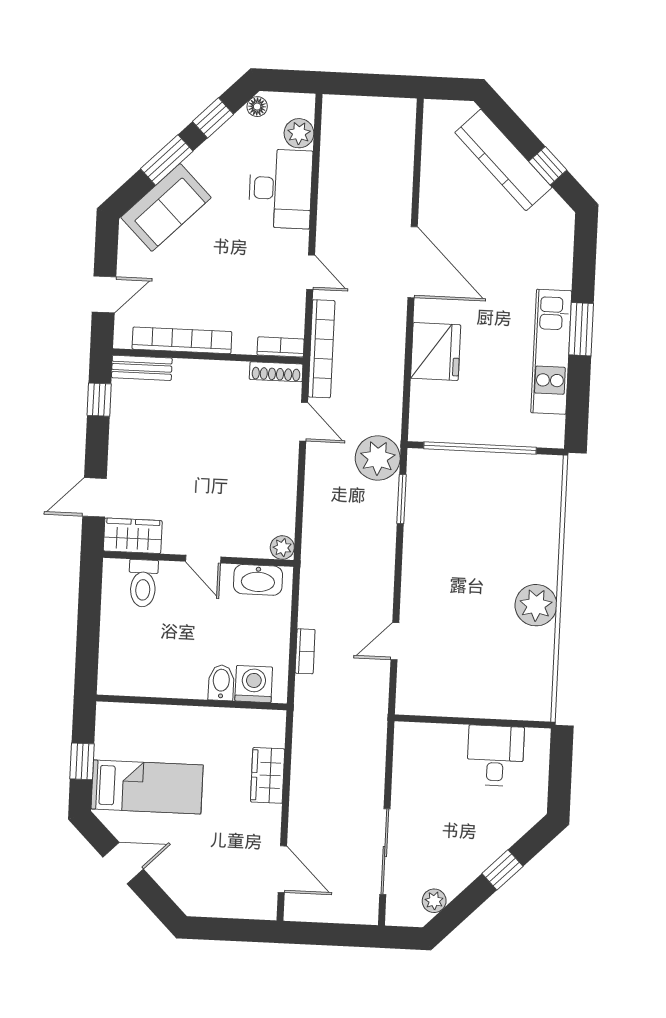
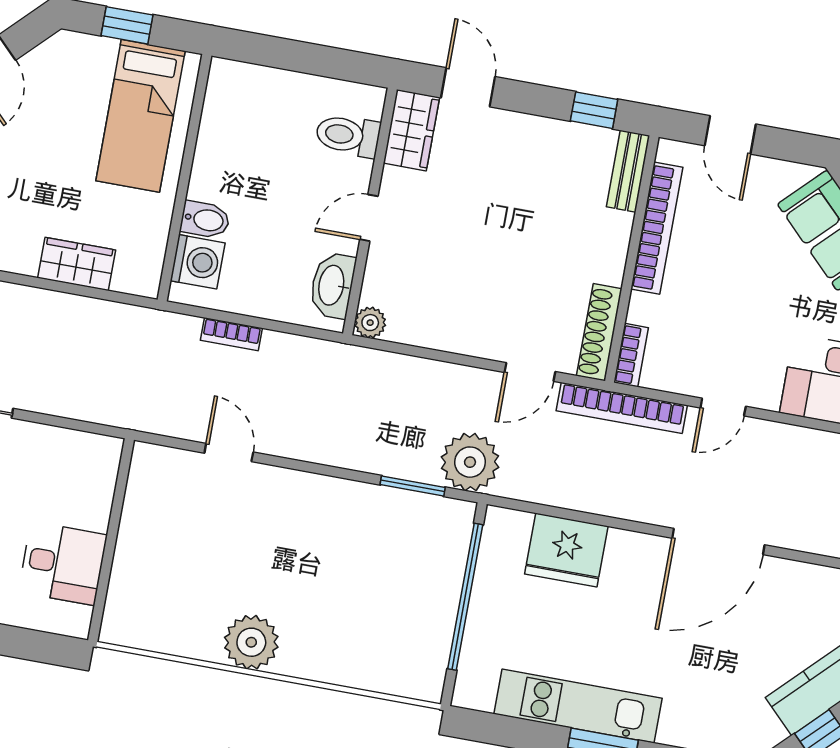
fridge: (436, 352) -> (566, 550), moved
shoe rack: (276, 372) -> (599, 332), width x1.36, depth x1.24
bed: (147, 787) -> (140, 116), moved

